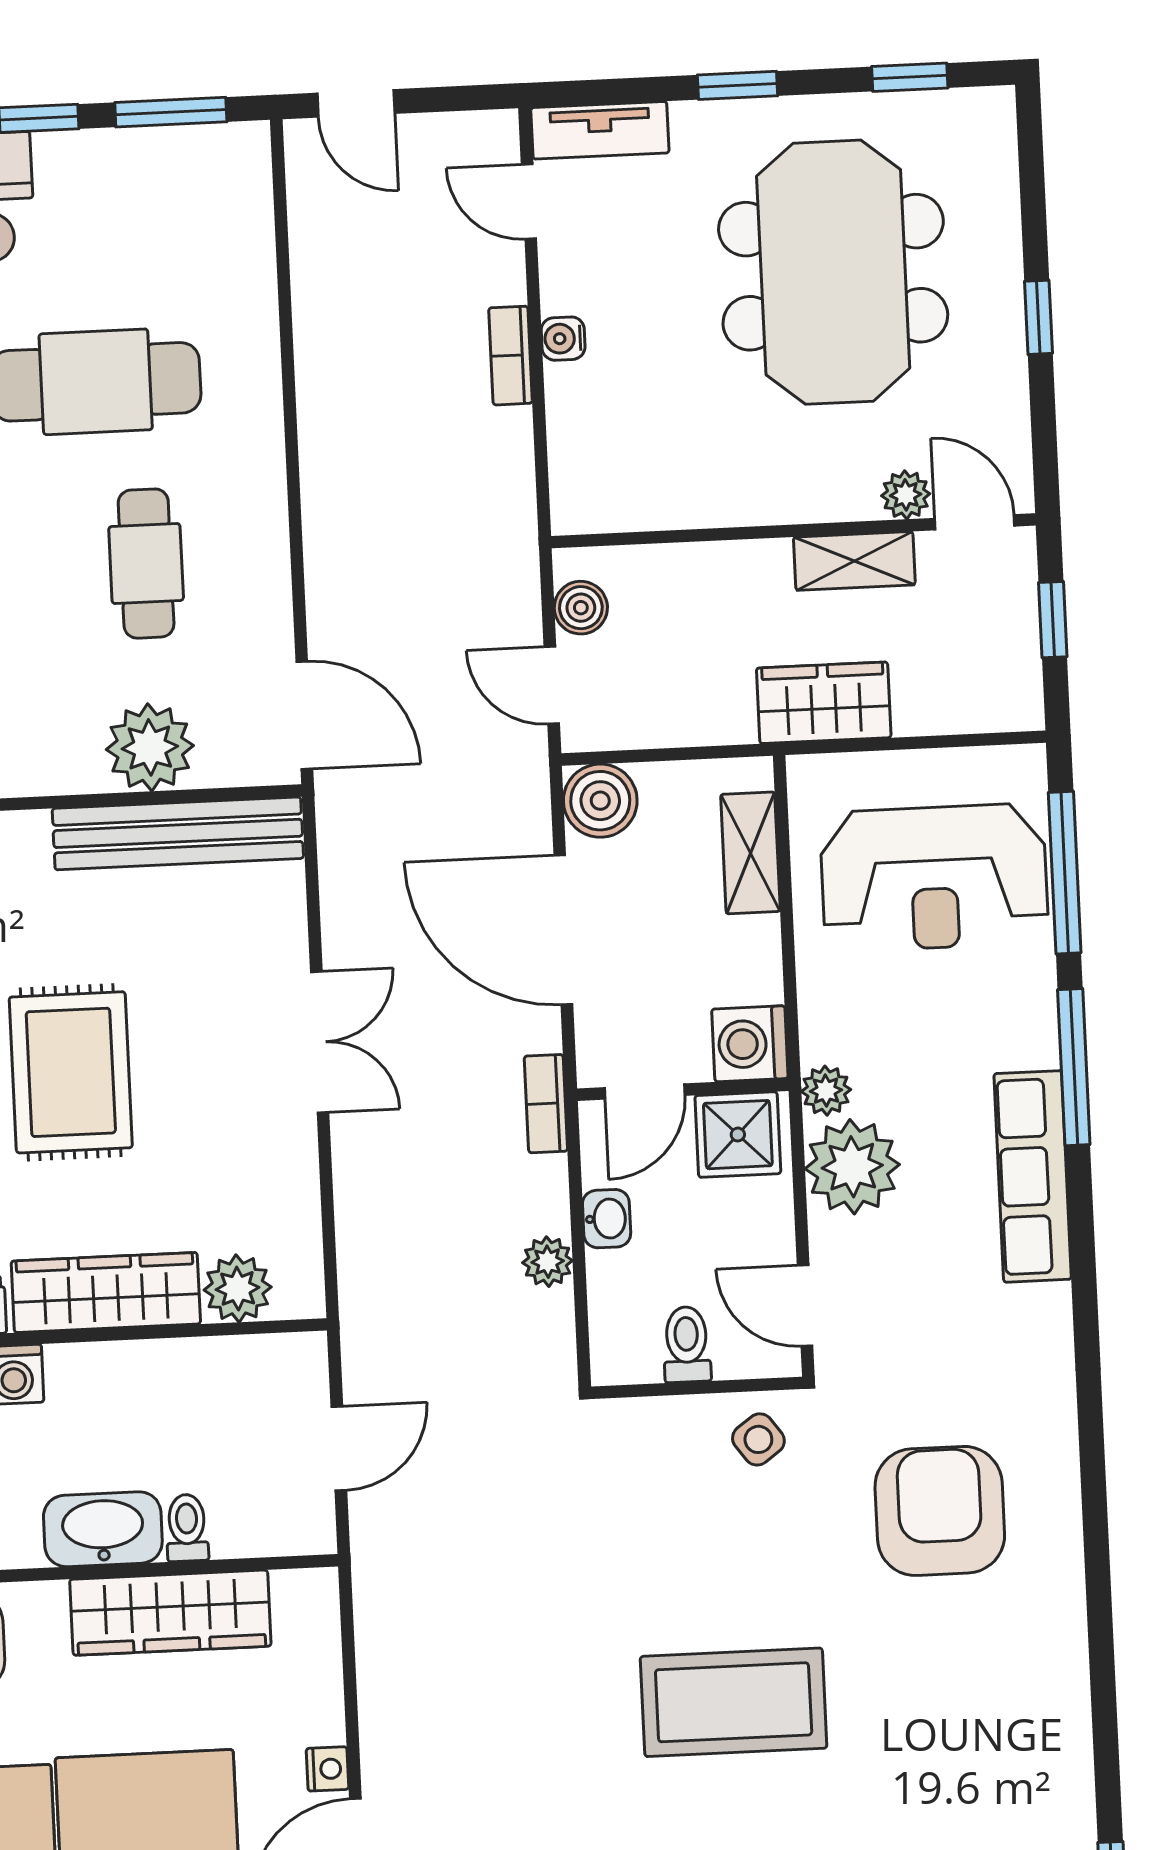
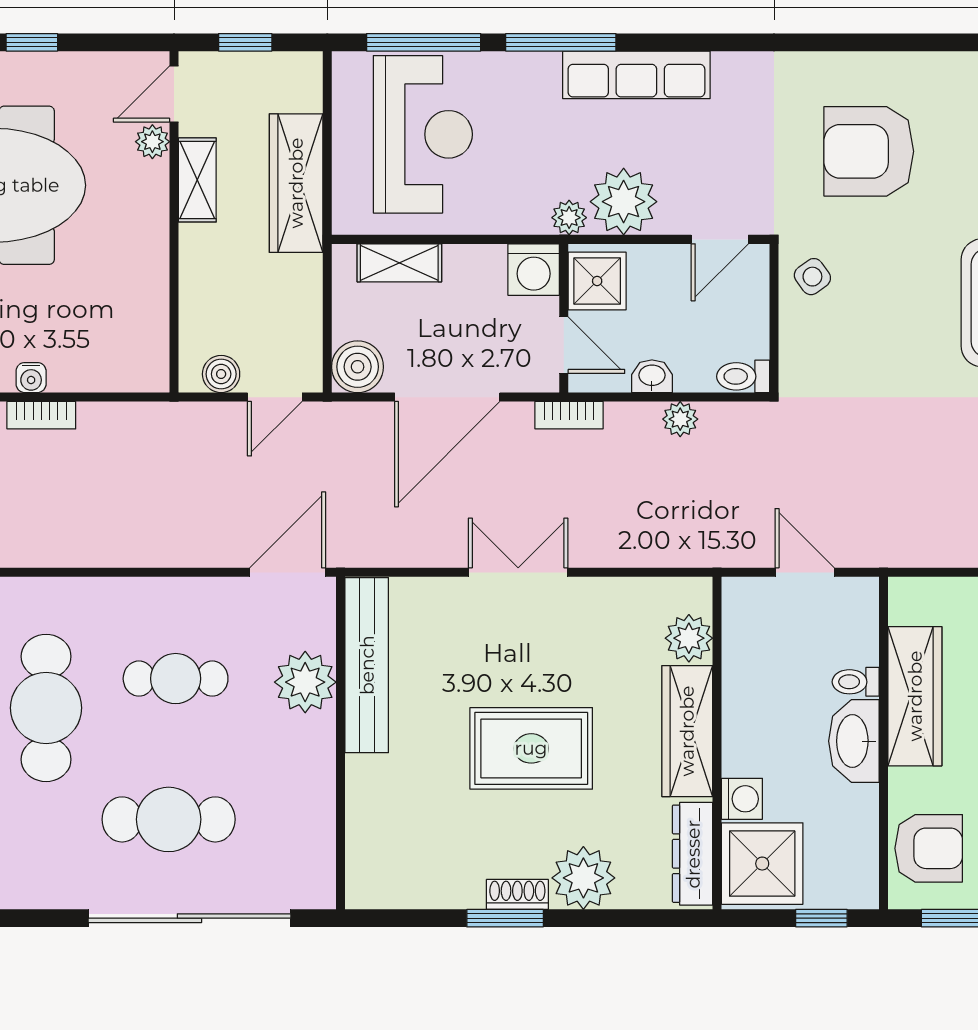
wardrobe: (824, 703) -> (296, 183), width x1.50
toilet: (687, 1344) -> (743, 376), moved

